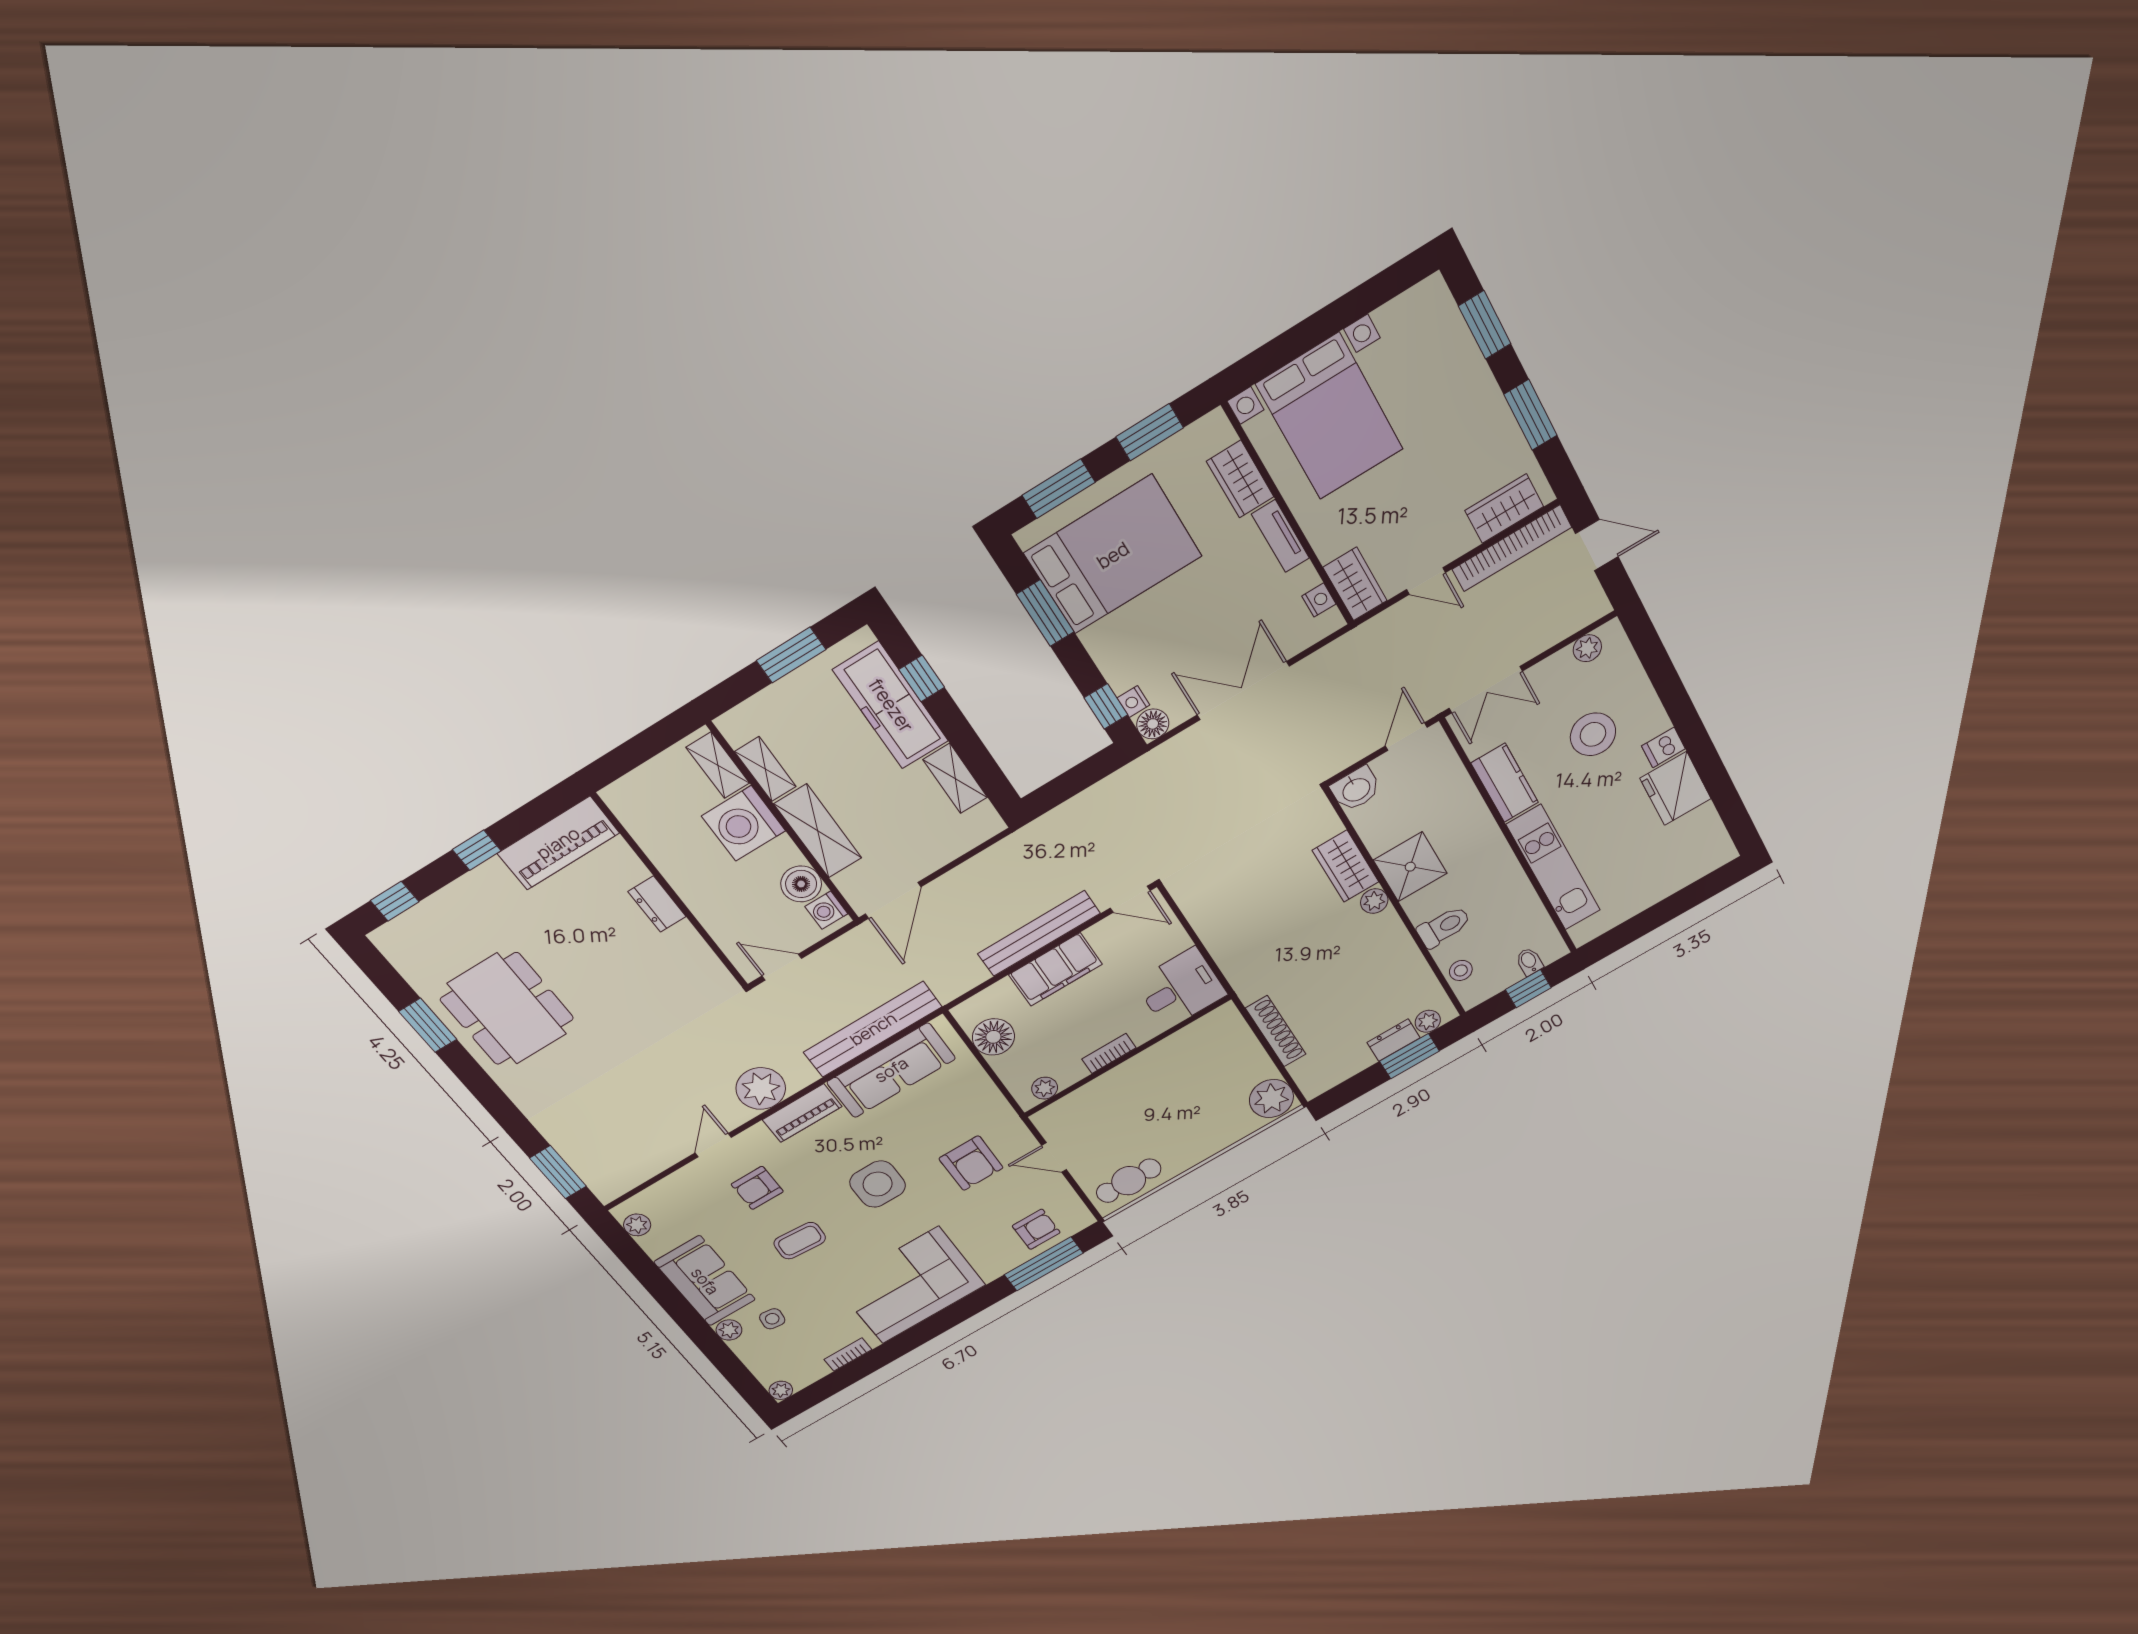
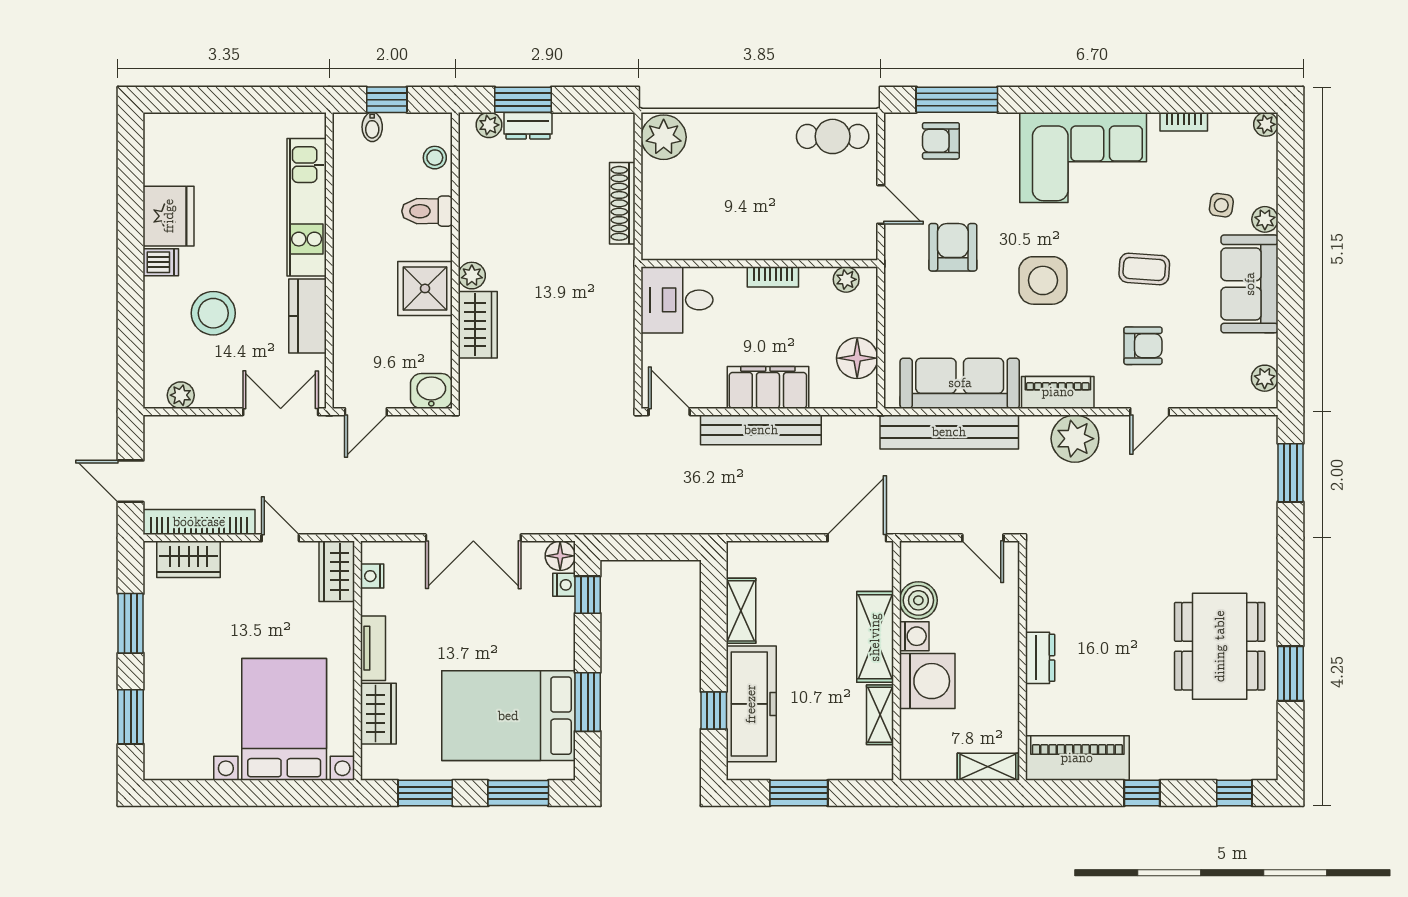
shelving: (718, 765) -> (988, 767), moved, turned 90
washing machine: (826, 910) -> (914, 636), moved

